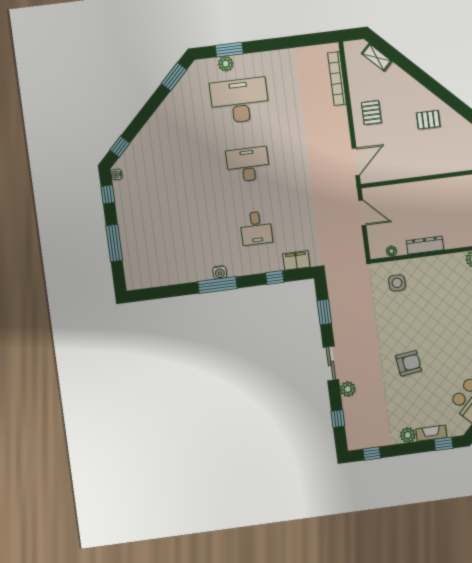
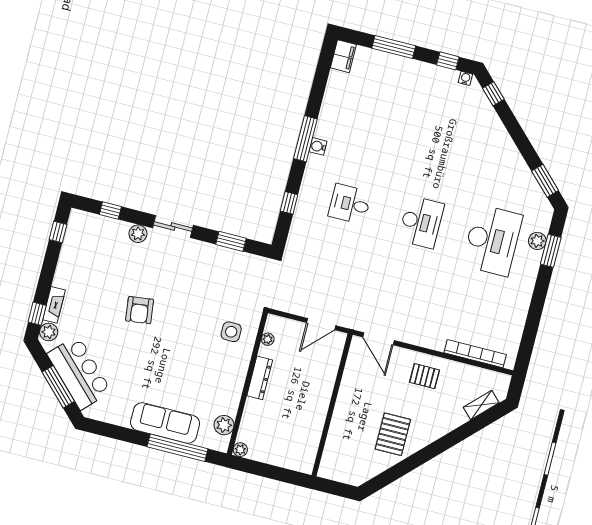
pallet: (428, 120) -> (393, 434), width x1.50, depth x1.42
filing cabinet: (296, 260) -> (343, 56), moved
plant: (408, 435) -> (49, 332), moved

